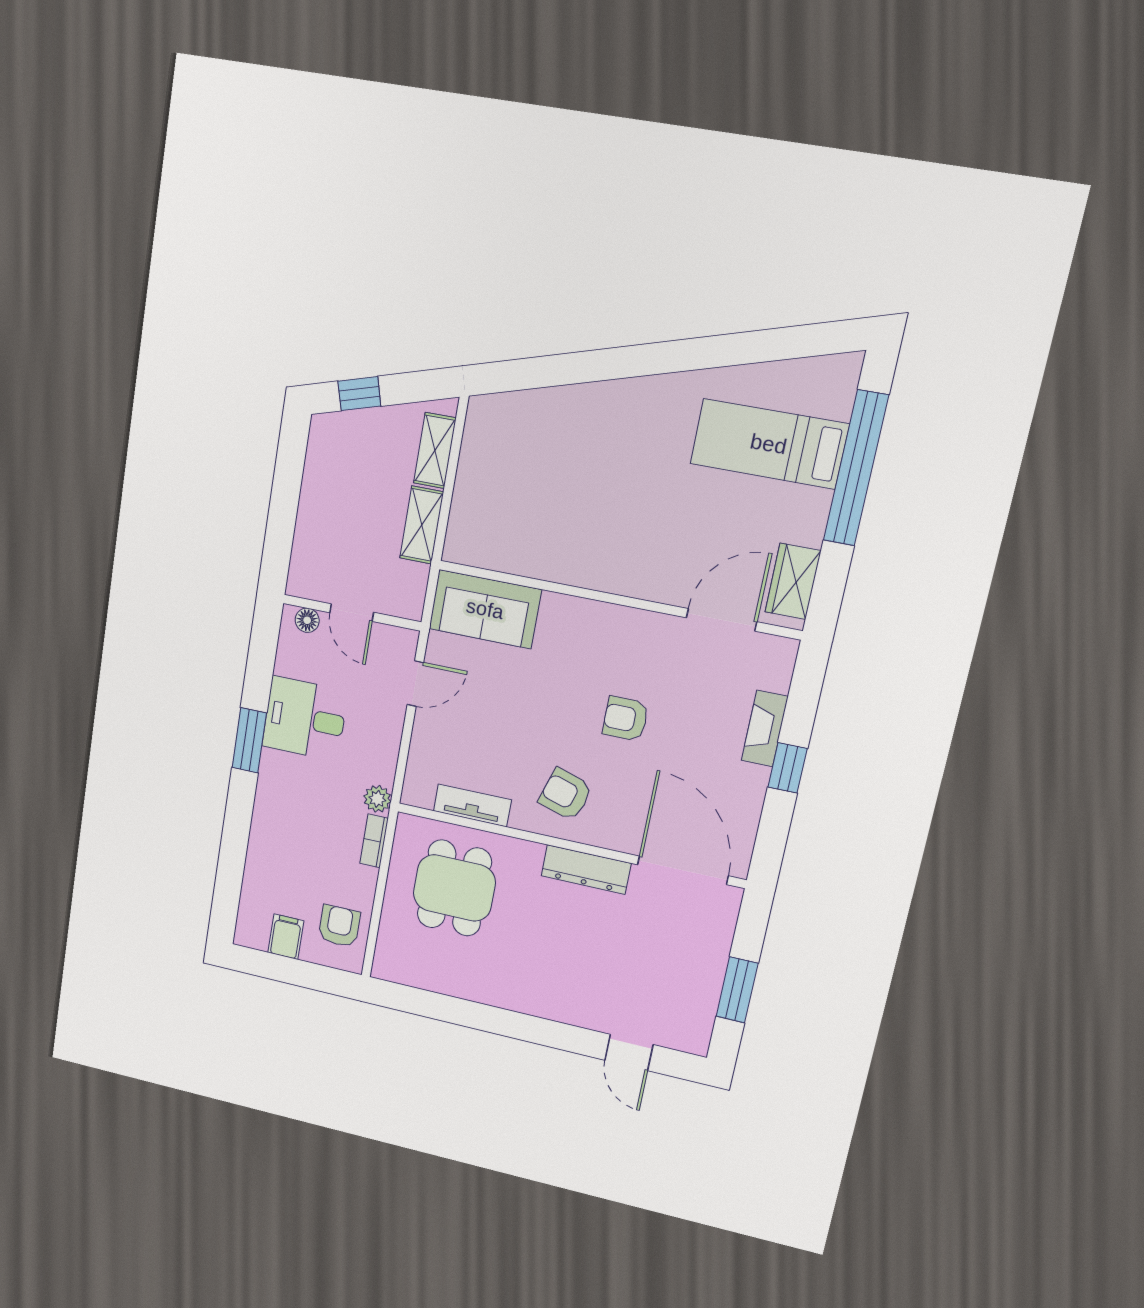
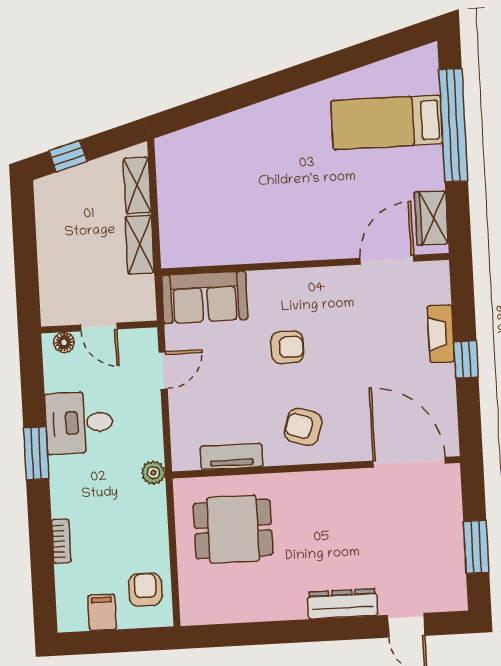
armchair: (625, 719) -> (287, 347), moved, turned 180
bookcase: (374, 841) -> (61, 541), moved, turned 180
dresser: (586, 870) -> (342, 604), moved, turned 180
dining table: (454, 888) -> (233, 529), turned 90

